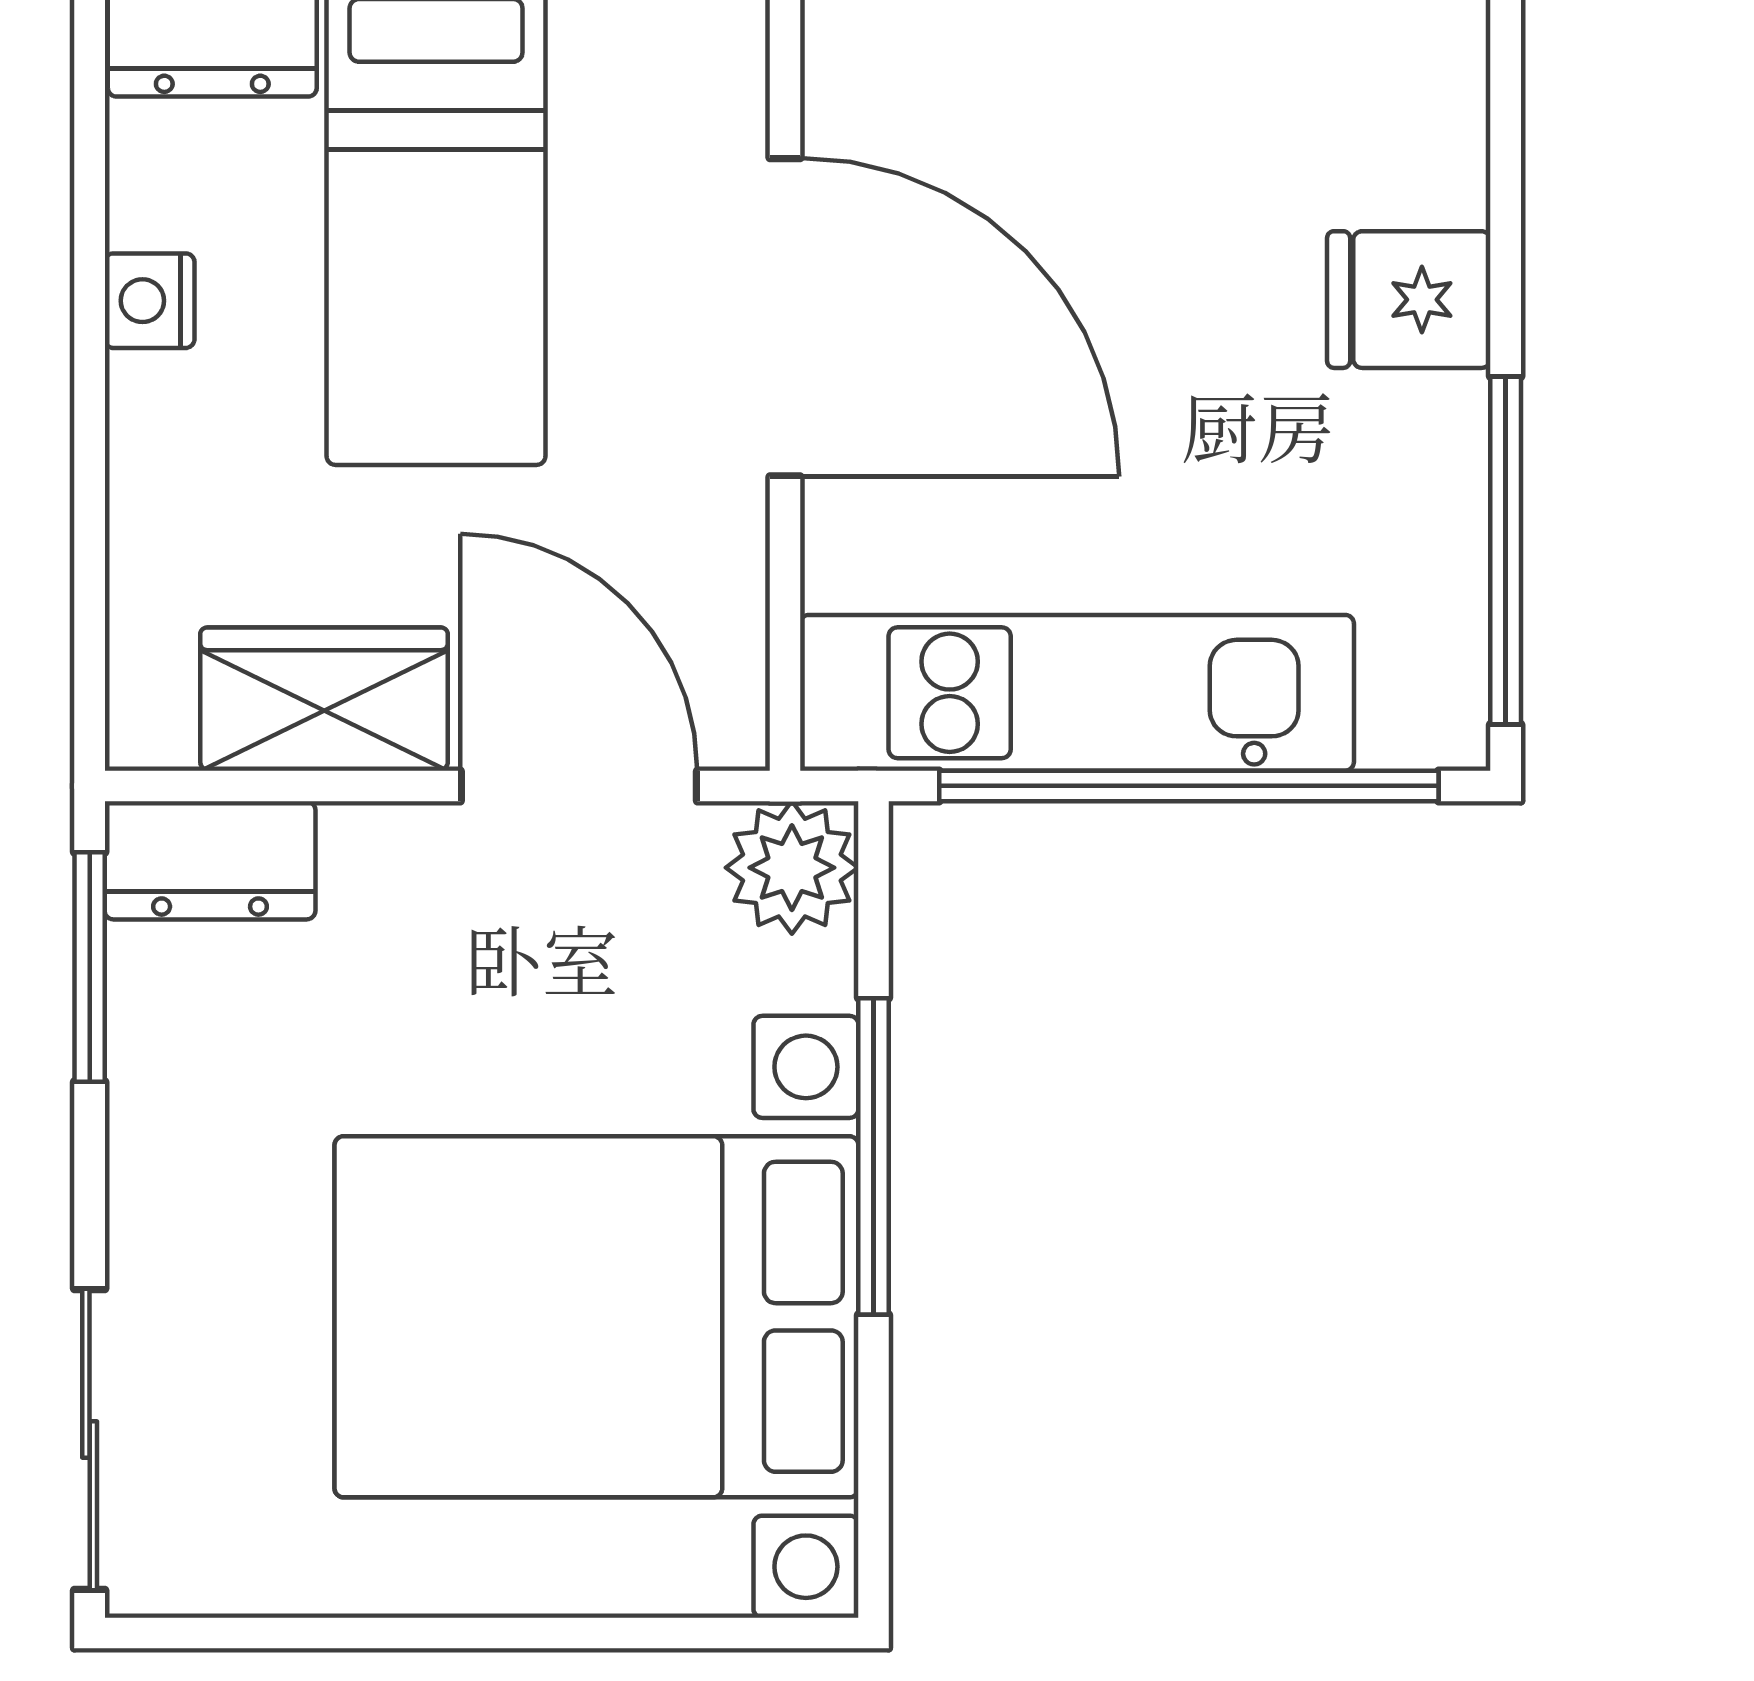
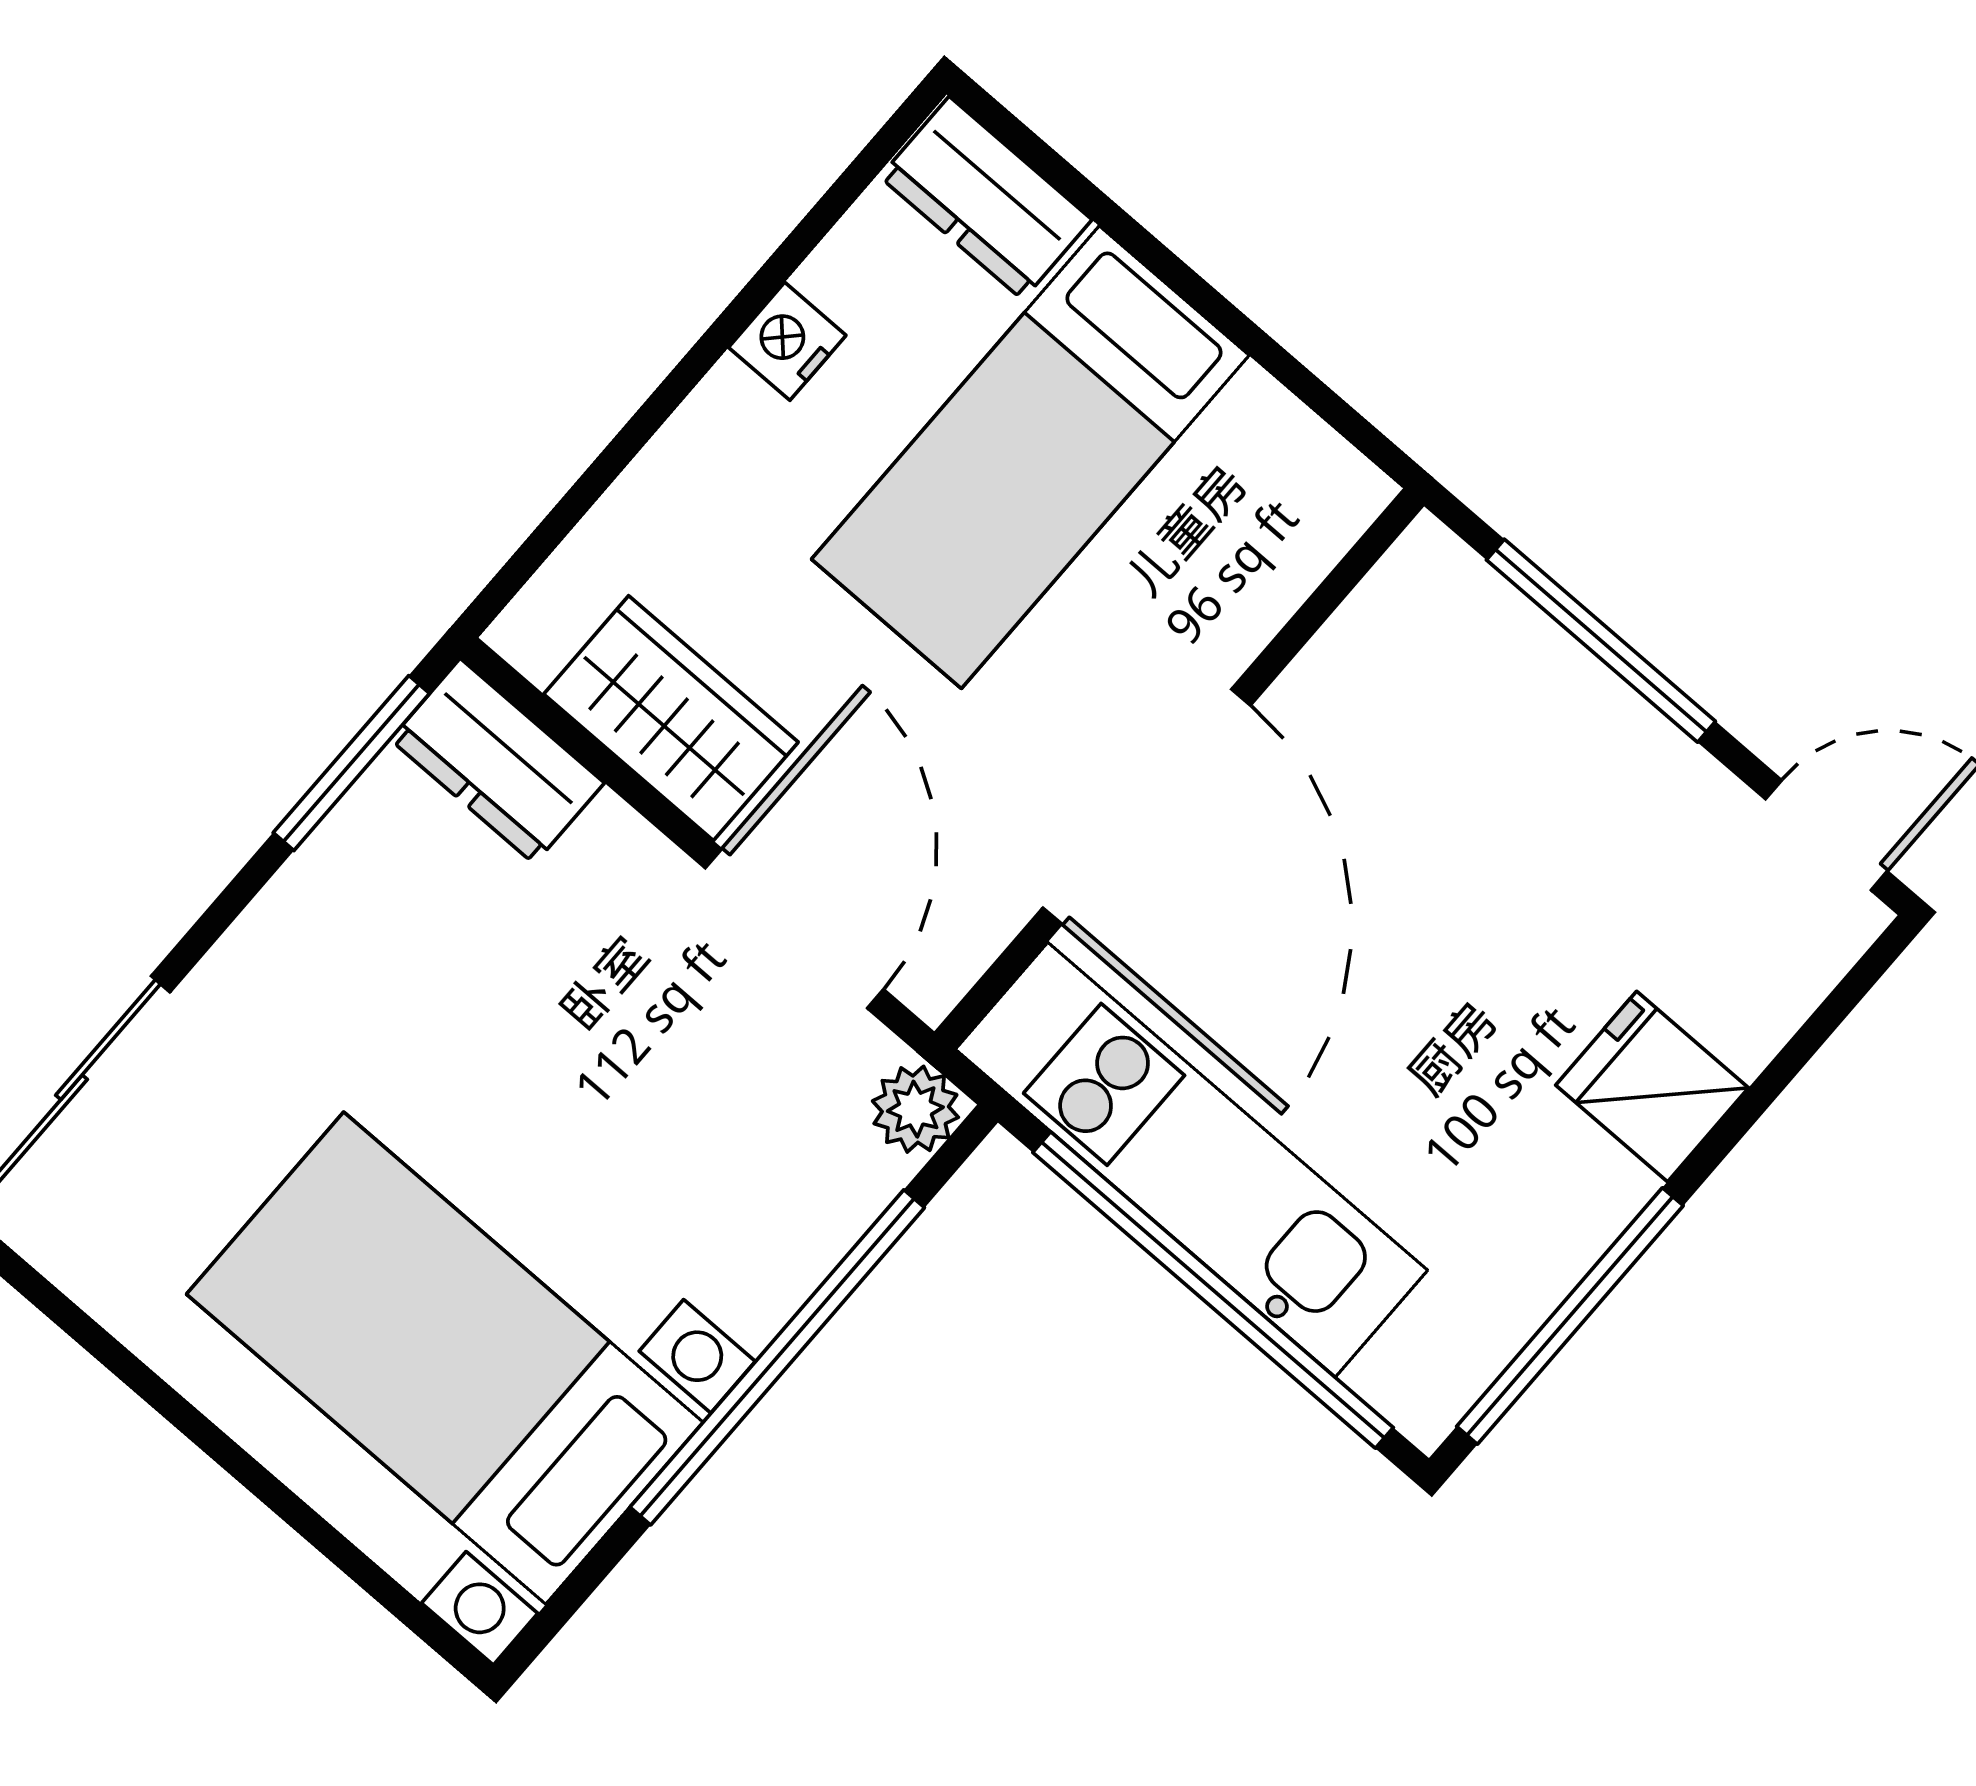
door: (785, 317) -> (1147, 807), moved
plant: (792, 868) -> (915, 1109), width x0.73, depth x0.73
window: (873, 1156) -> (777, 1357), width x1.46
bed with nightstands: (596, 1317) -> (445, 1358), width x0.73

